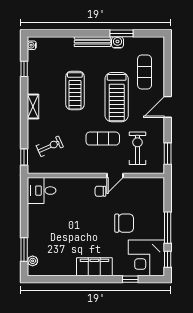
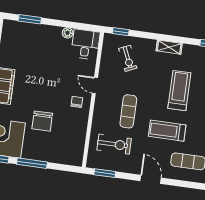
treadmill: (75, 90) -> (179, 91), turned 90
treadmill: (117, 97) -> (167, 131), width x0.73, depth x0.73
door: (115, 175) -> (95, 85), moved
plant: (33, 261) -> (68, 33), moved

